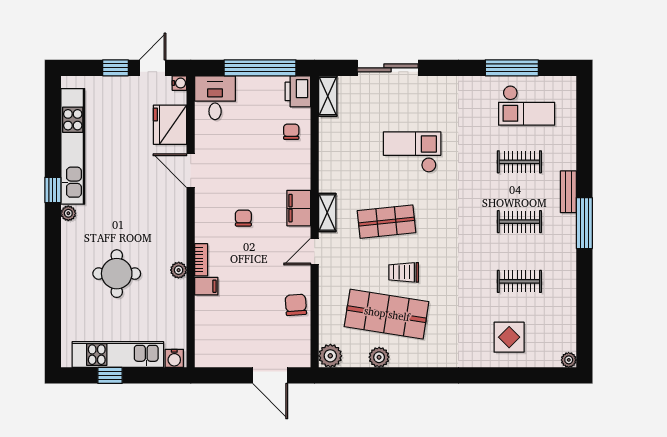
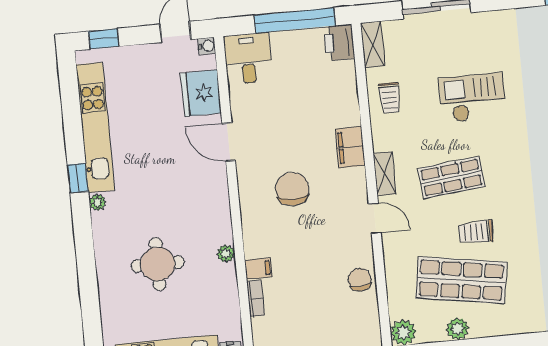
window: (115, 68) -> (104, 39), moved
chair: (291, 132) -> (336, 88), removed
trolley: (338, 145) -> (390, 98), added
filing cabinet: (299, 208) -> (350, 147), moved
chair: (243, 218) -> (292, 189), width x1.87, depth x1.87
door: (315, 251) -> (375, 218), swing flipped
bookcase: (201, 260) -> (255, 298), moved

